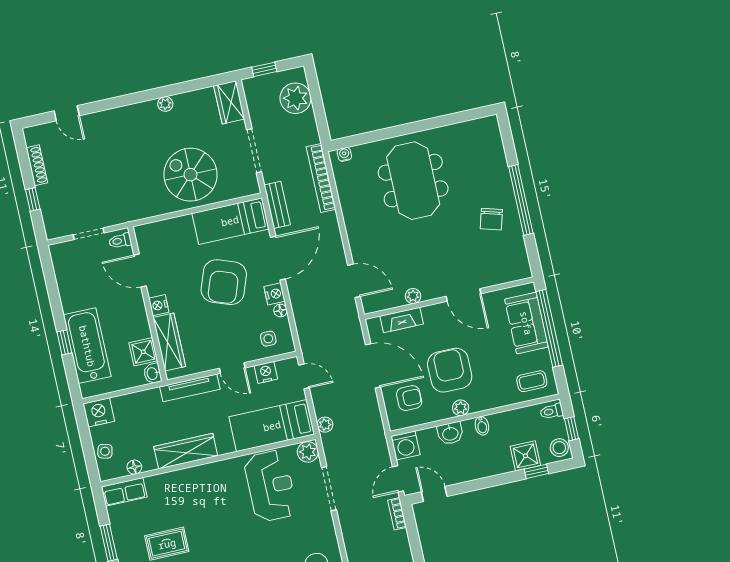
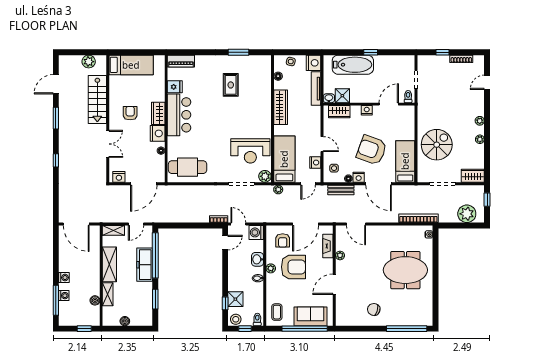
plant: (134, 111) -> (480, 121), added
window: (521, 200) -> (407, 329), moved
bench: (277, 205) -> (341, 190), moved
door: (354, 281) -> (356, 224), hinge flipped
window: (64, 342) -> (371, 52), moved
wardrobe: (169, 342) -> (339, 112), width x0.67
door: (232, 368) -> (322, 144), swing flipped
tv unit: (190, 388) -> (316, 89), moved
row of seats: (124, 492) -> (265, 67), removed

